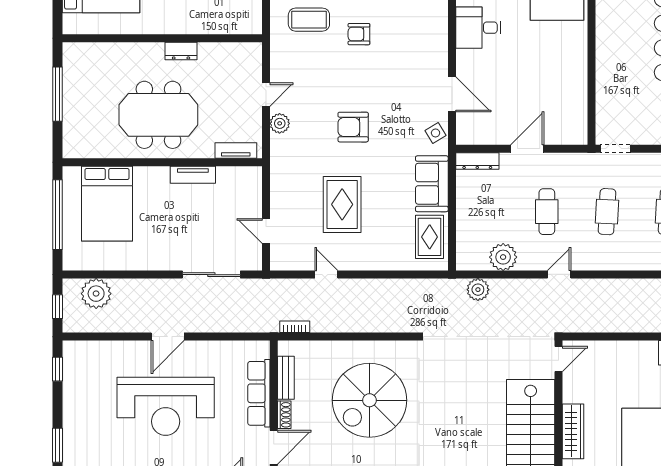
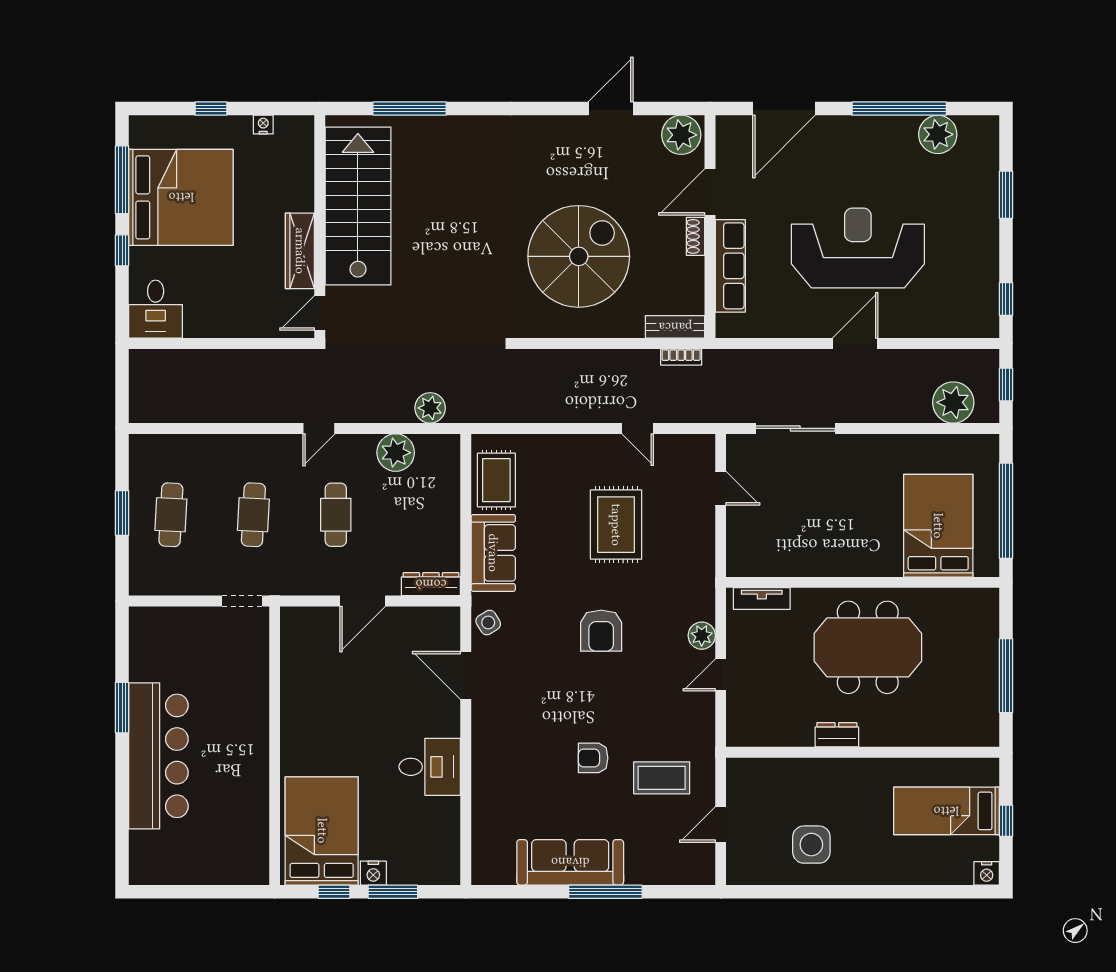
armchair: (359, 34) -> (593, 758), turned 180
armchair: (353, 127) -> (601, 631), turned 90
tv unit: (193, 175) -> (820, 565), removed
bench: (286, 378) -> (675, 327), moved, turned 90
wardrobe: (573, 431) -> (300, 251), moved

